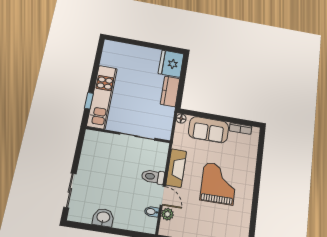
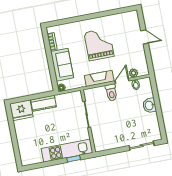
grand piano: (219, 183) -> (99, 44), turned 90
washbasin: (103, 218) -> (149, 105), moved

